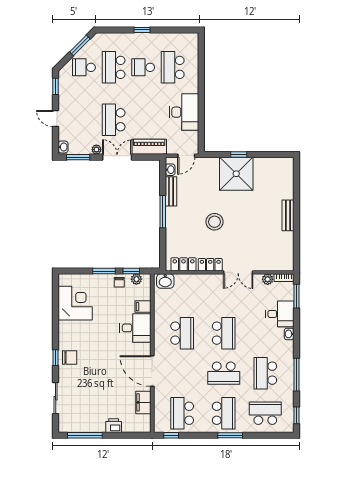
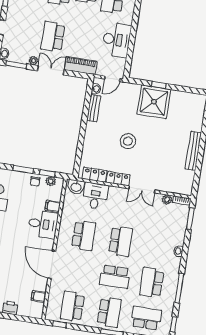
window: (163, 212) -> (84, 125), removed
bench: (288, 215) -> (193, 151), width x1.36
desk: (280, 314) -> (95, 196), moved, turned -90
filing cabinet: (143, 402) -> (39, 296), width x0.50

